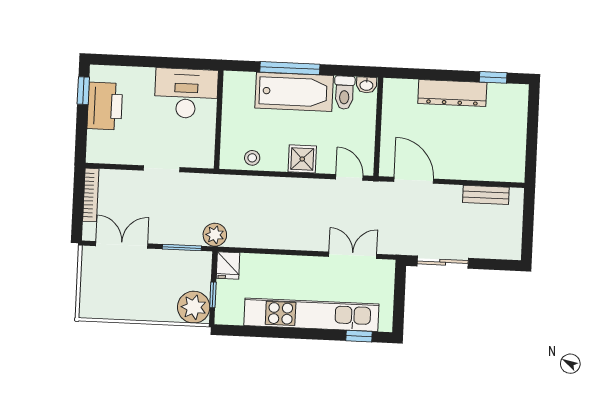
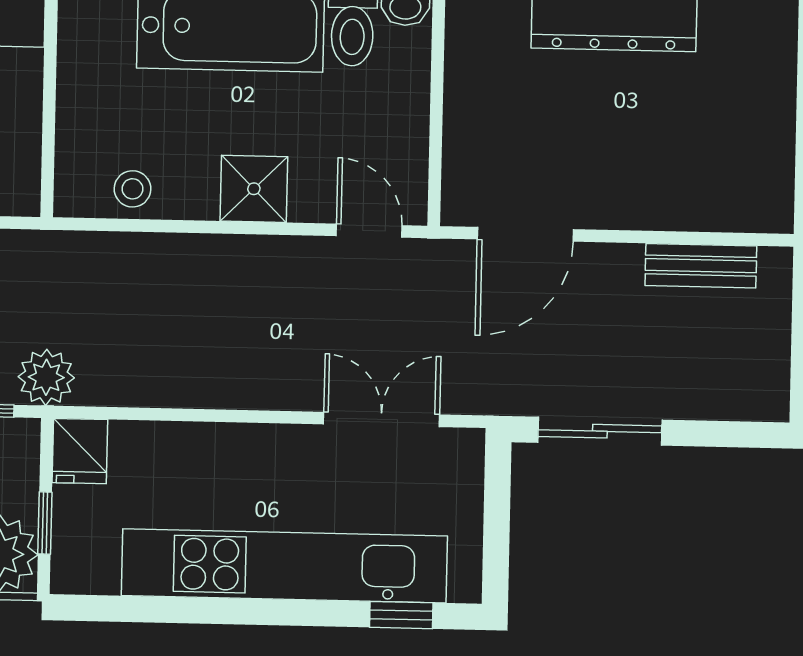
door: (414, 180) -> (525, 234), swing flipped

